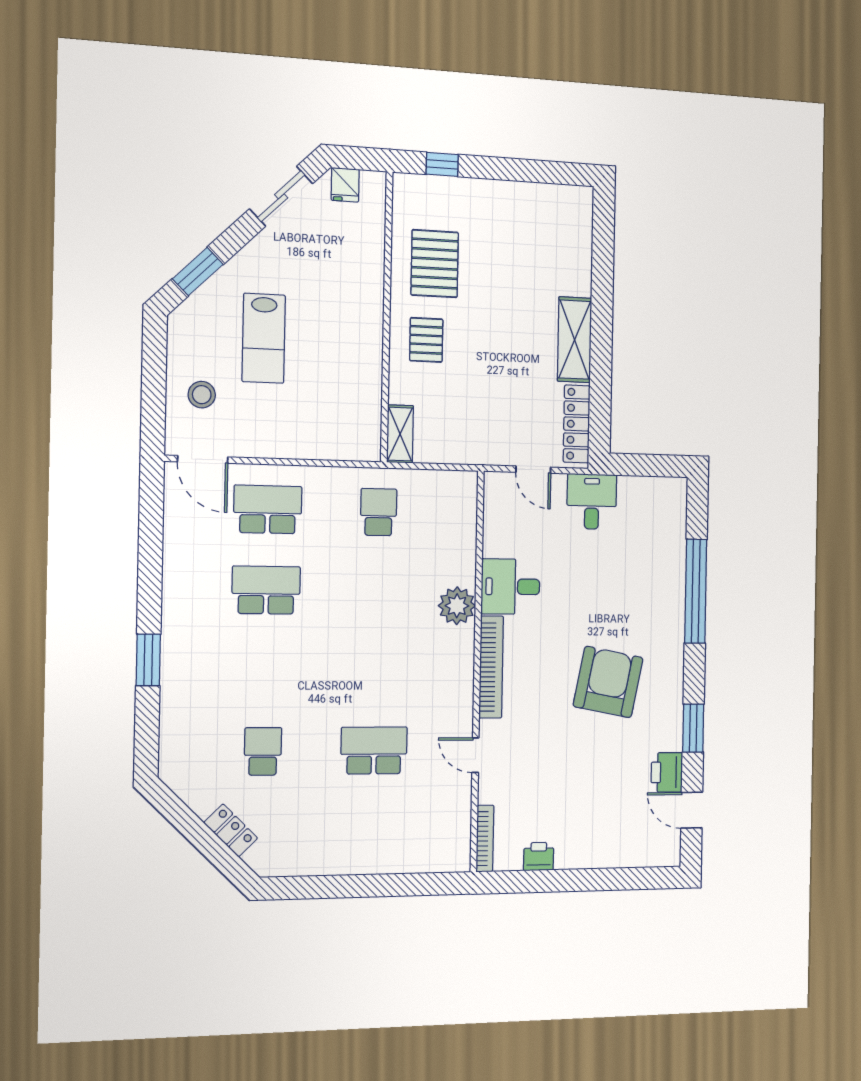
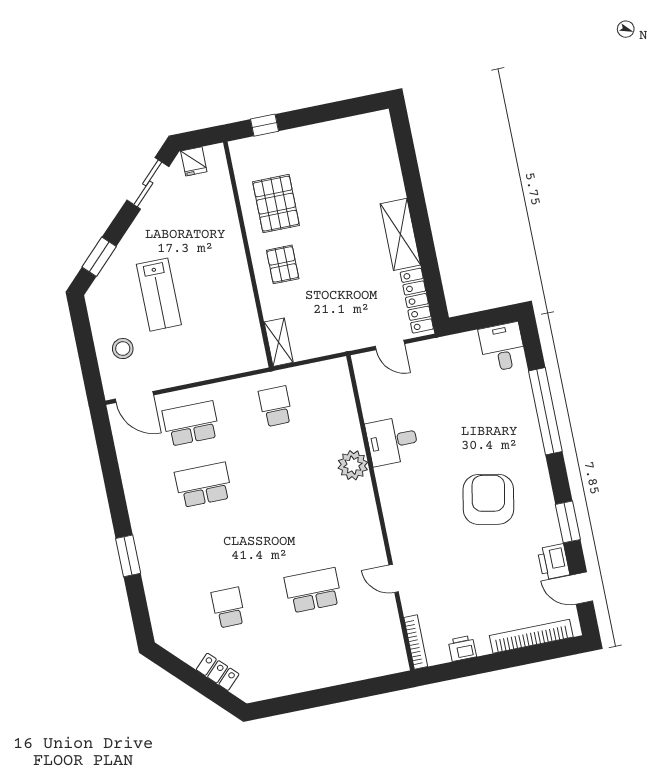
desk: (592, 502) -> (502, 347), moved
bookcase: (491, 667) -> (531, 636), moved, turned -90

